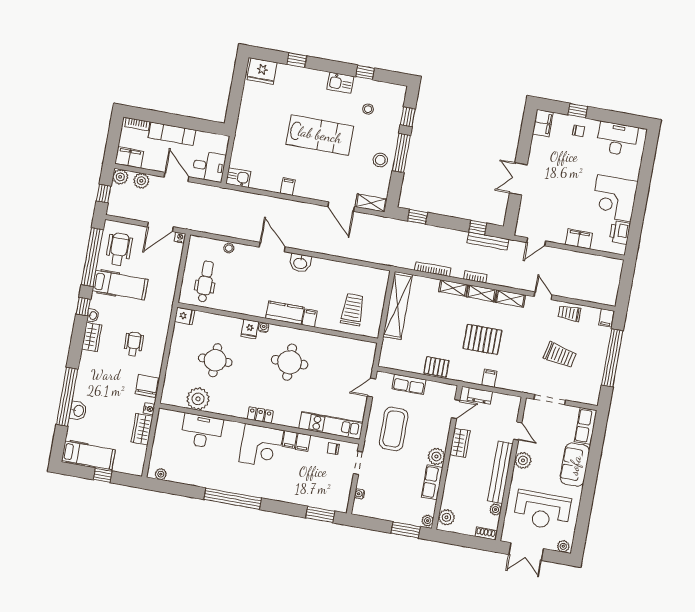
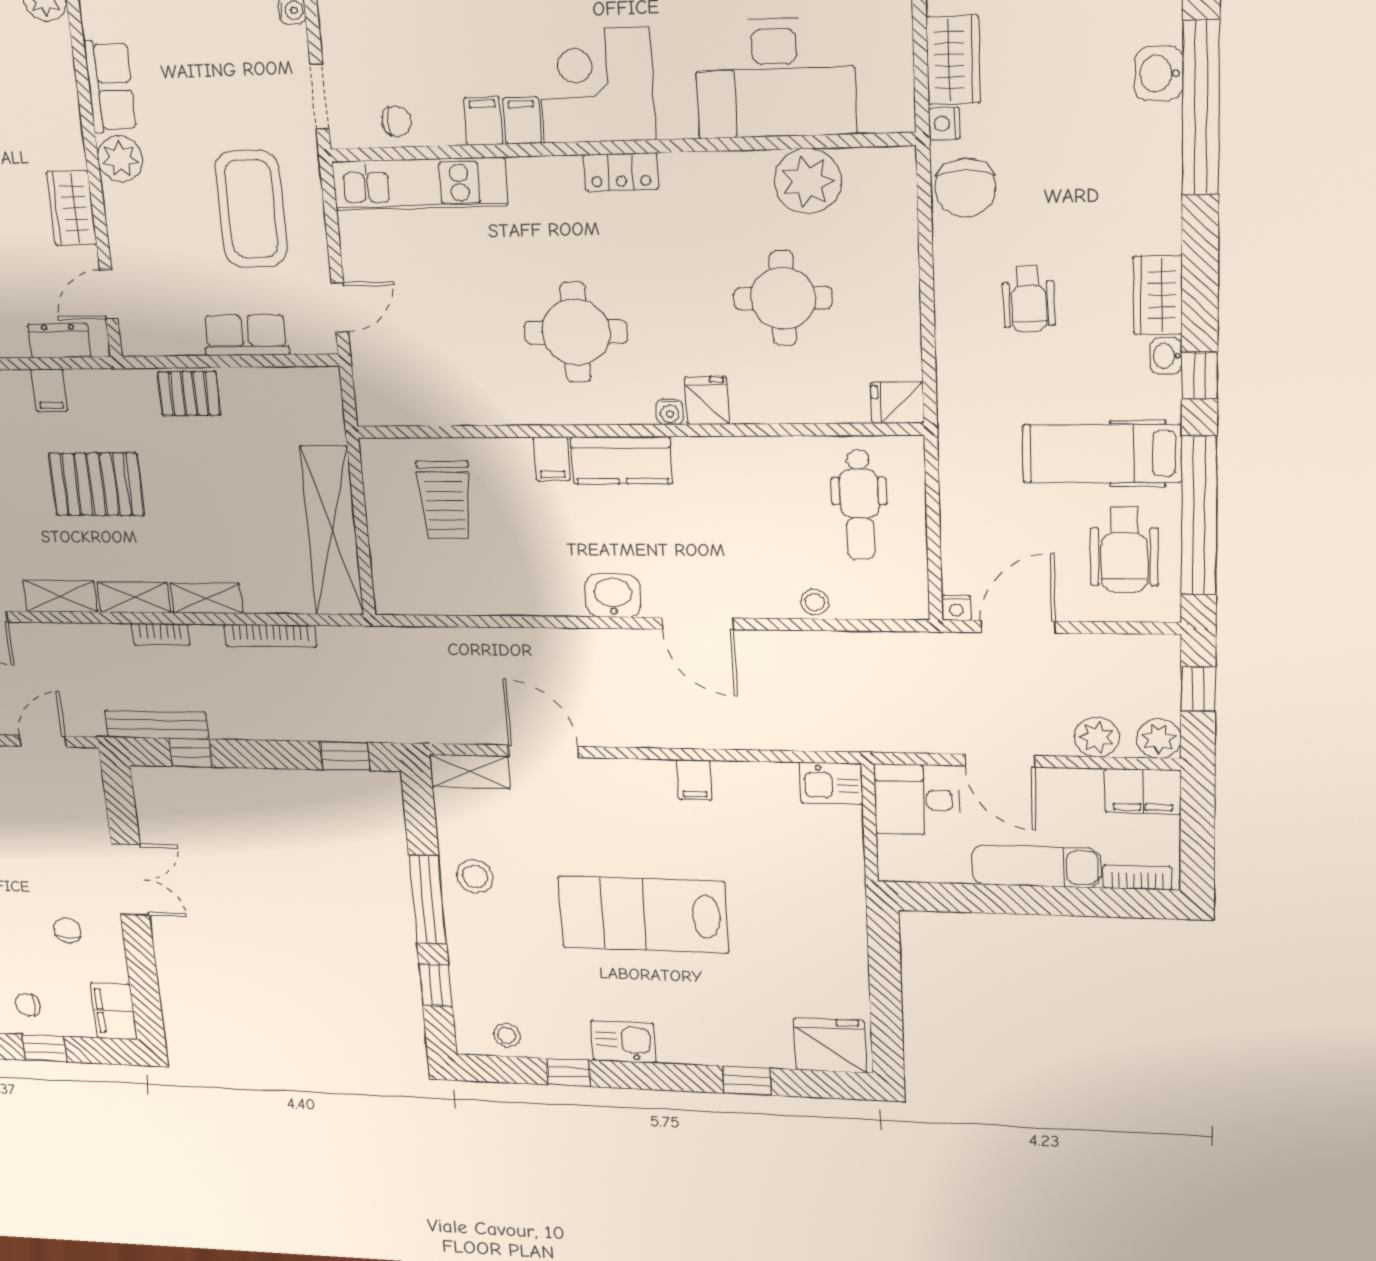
stool: (368, 109) -> (507, 1035), moved
chair: (551, 161) -> (67, 930), added
desk: (202, 431) -> (775, 78), width x1.36, depth x1.30

